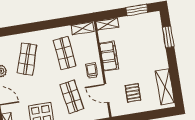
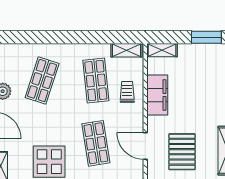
trolley: (92, 70) -> (127, 92), moved
pallet: (133, 93) -> (182, 152), width x1.50, depth x1.42

